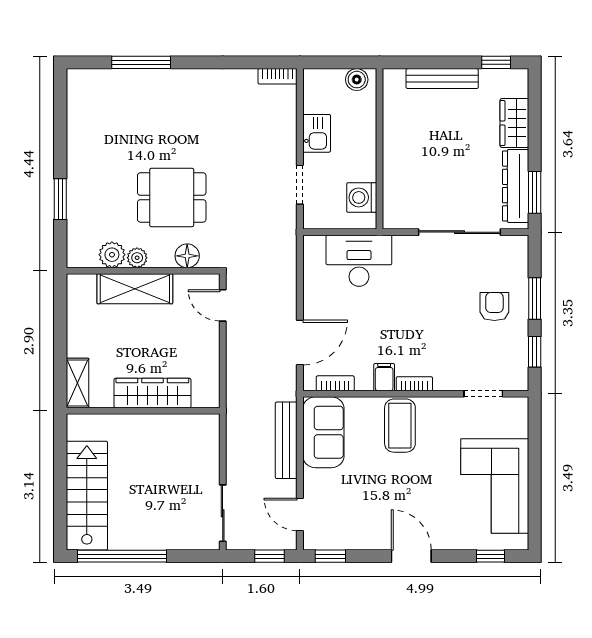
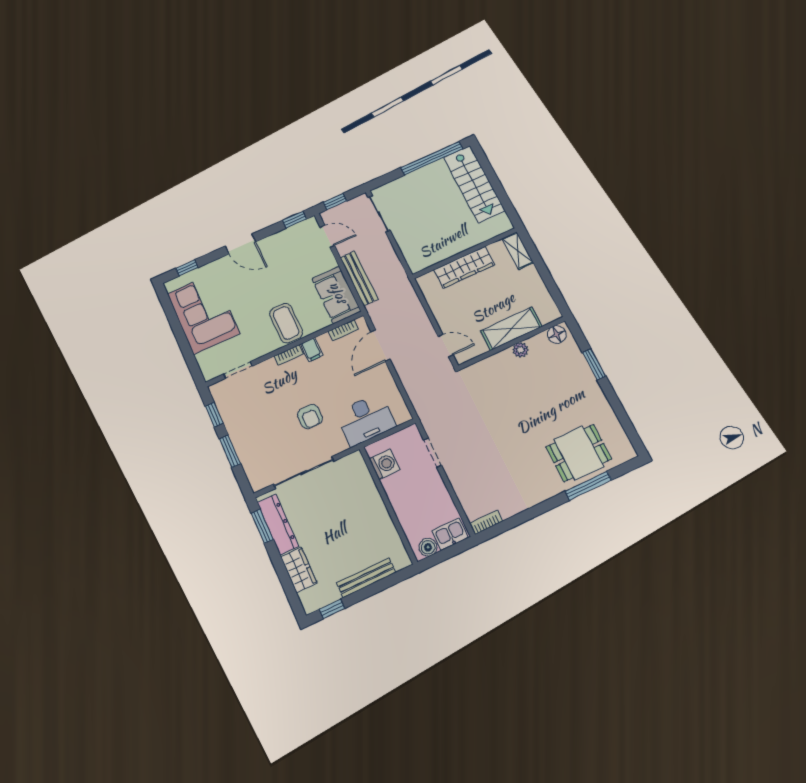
kitchen sink: (317, 133) -> (450, 534), moved, turned 90
dining table: (172, 197) -> (579, 453), moved
plant: (112, 255) -> (539, 344), removed
floor lamp: (187, 256) -> (557, 334), moved
armchair: (494, 306) -> (310, 417), moved

